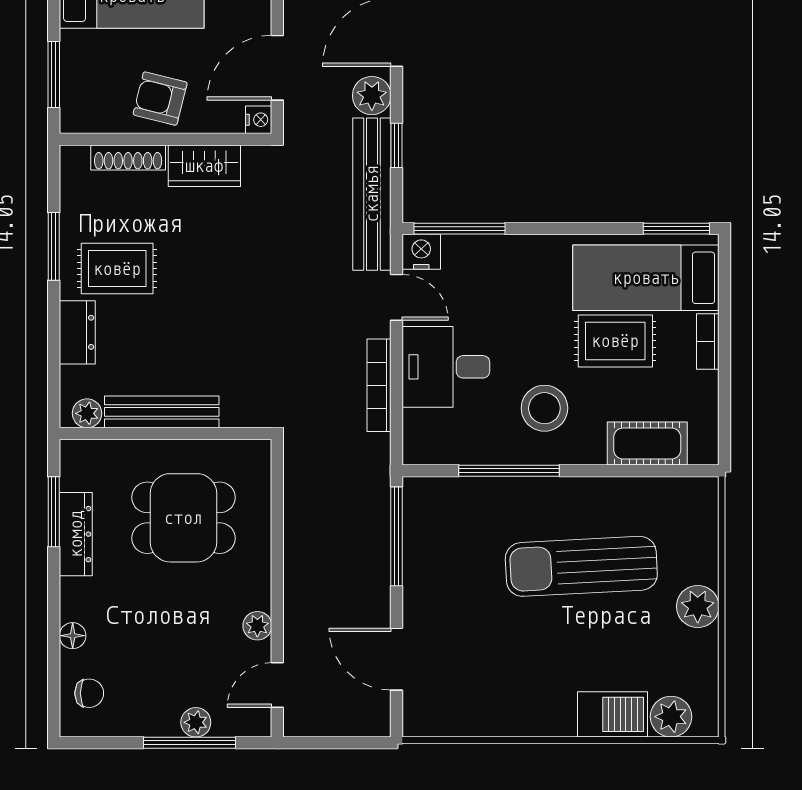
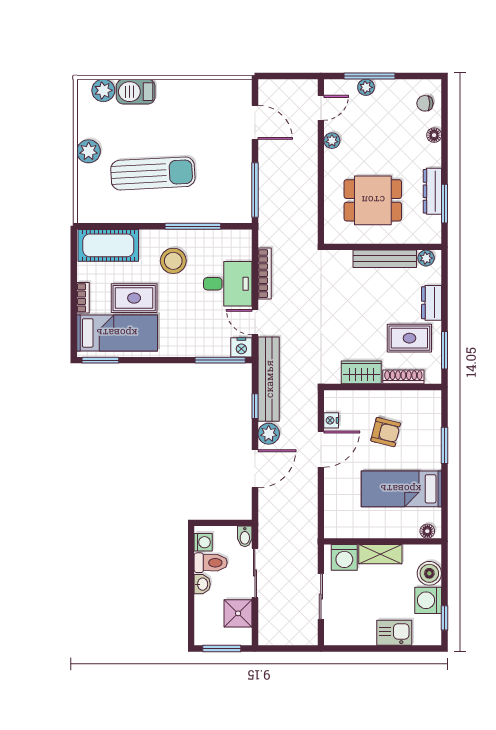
wall: (166, 139) -> (383, 387), moved
shoe rack: (128, 157) -> (403, 377), moved
wardrobe: (204, 166) -> (361, 372), moved
cot: (647, 444) -> (108, 245), width x1.37, depth x1.34

